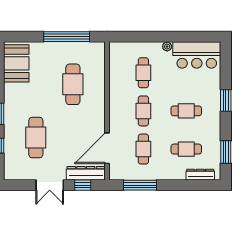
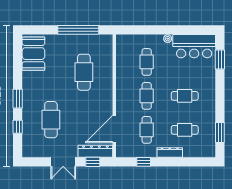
window: (226, 100) -> (220, 60), moved
dresser: (200, 175) -> (170, 153), moved
window: (140, 185) -> (144, 162), width x0.46

